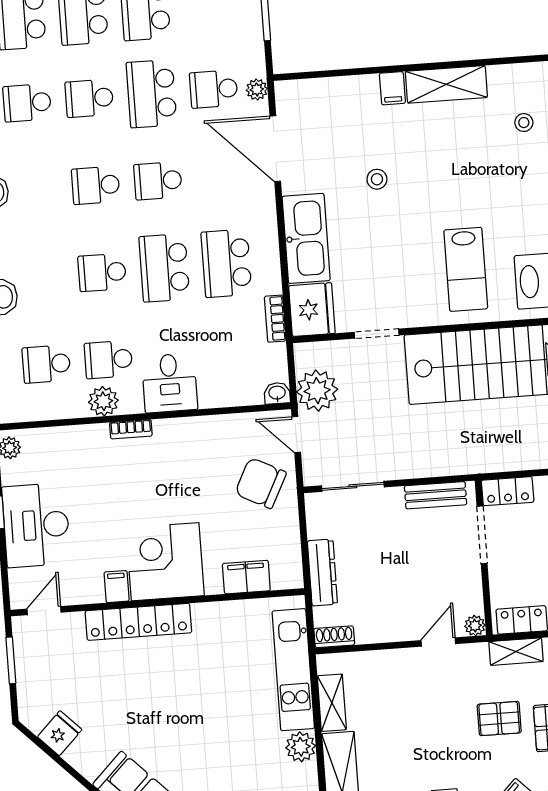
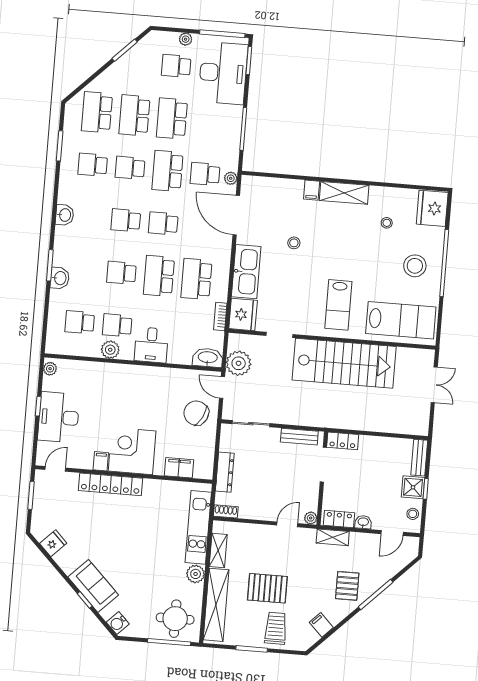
washbasin: (277, 393) -> (208, 358), width x1.91, depth x1.45
bookcase: (131, 429) -> (124, 369), removed
pallet: (499, 719) -> (267, 588), moved, width x1.50, depth x1.42

